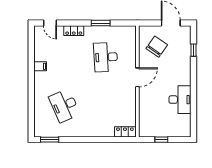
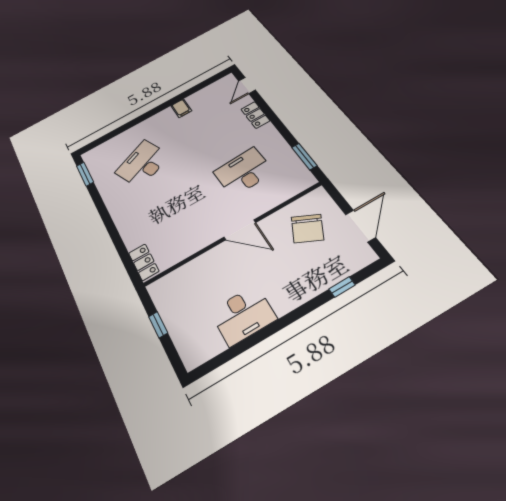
window: (101, 23) -> (304, 157), moved
chair: (157, 47) -> (307, 229), turned 82

